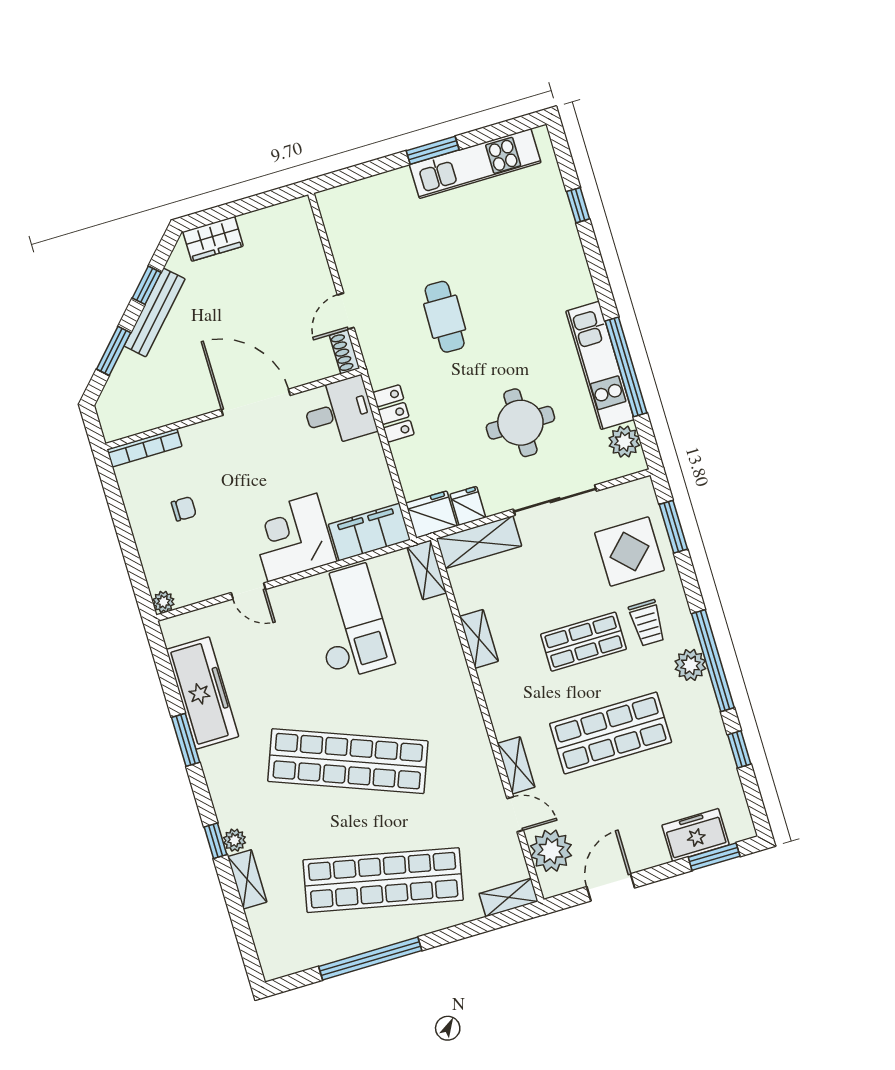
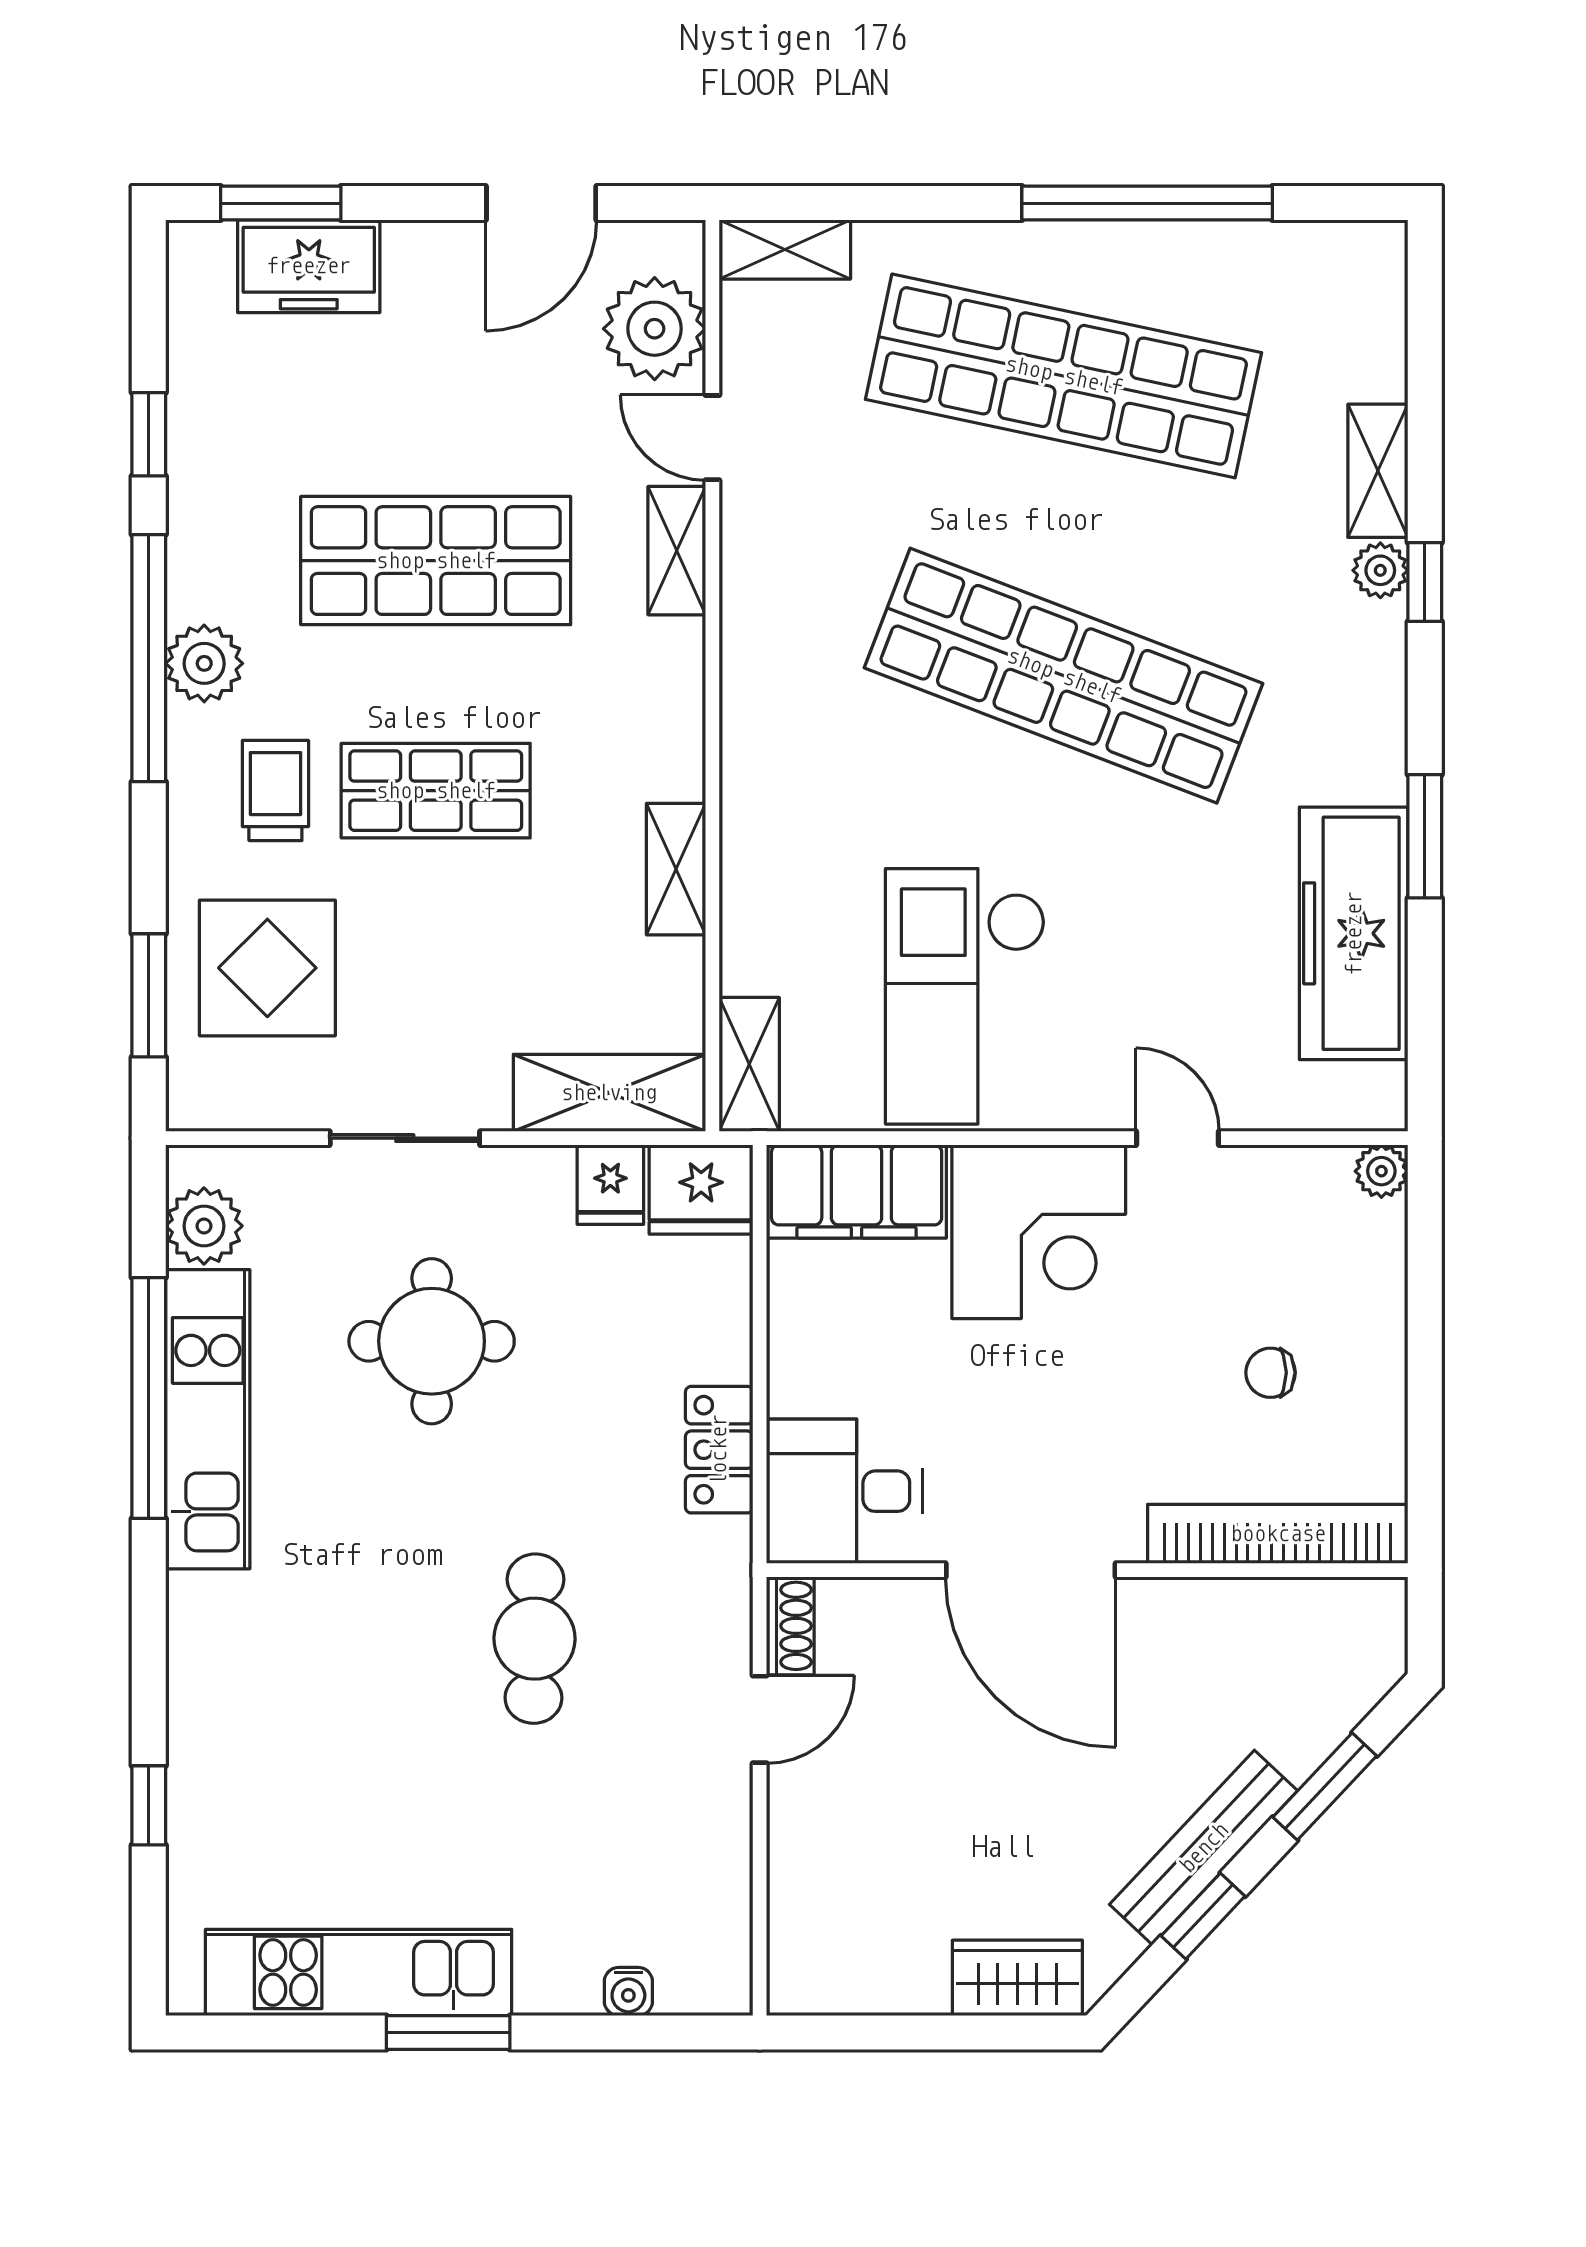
water cooler: (366, 188) -> (628, 1992), added
bookcase: (144, 448) -> (1278, 1534), width x1.48, depth x1.31
sliding door: (555, 500) -> (405, 1138), width x0.73

